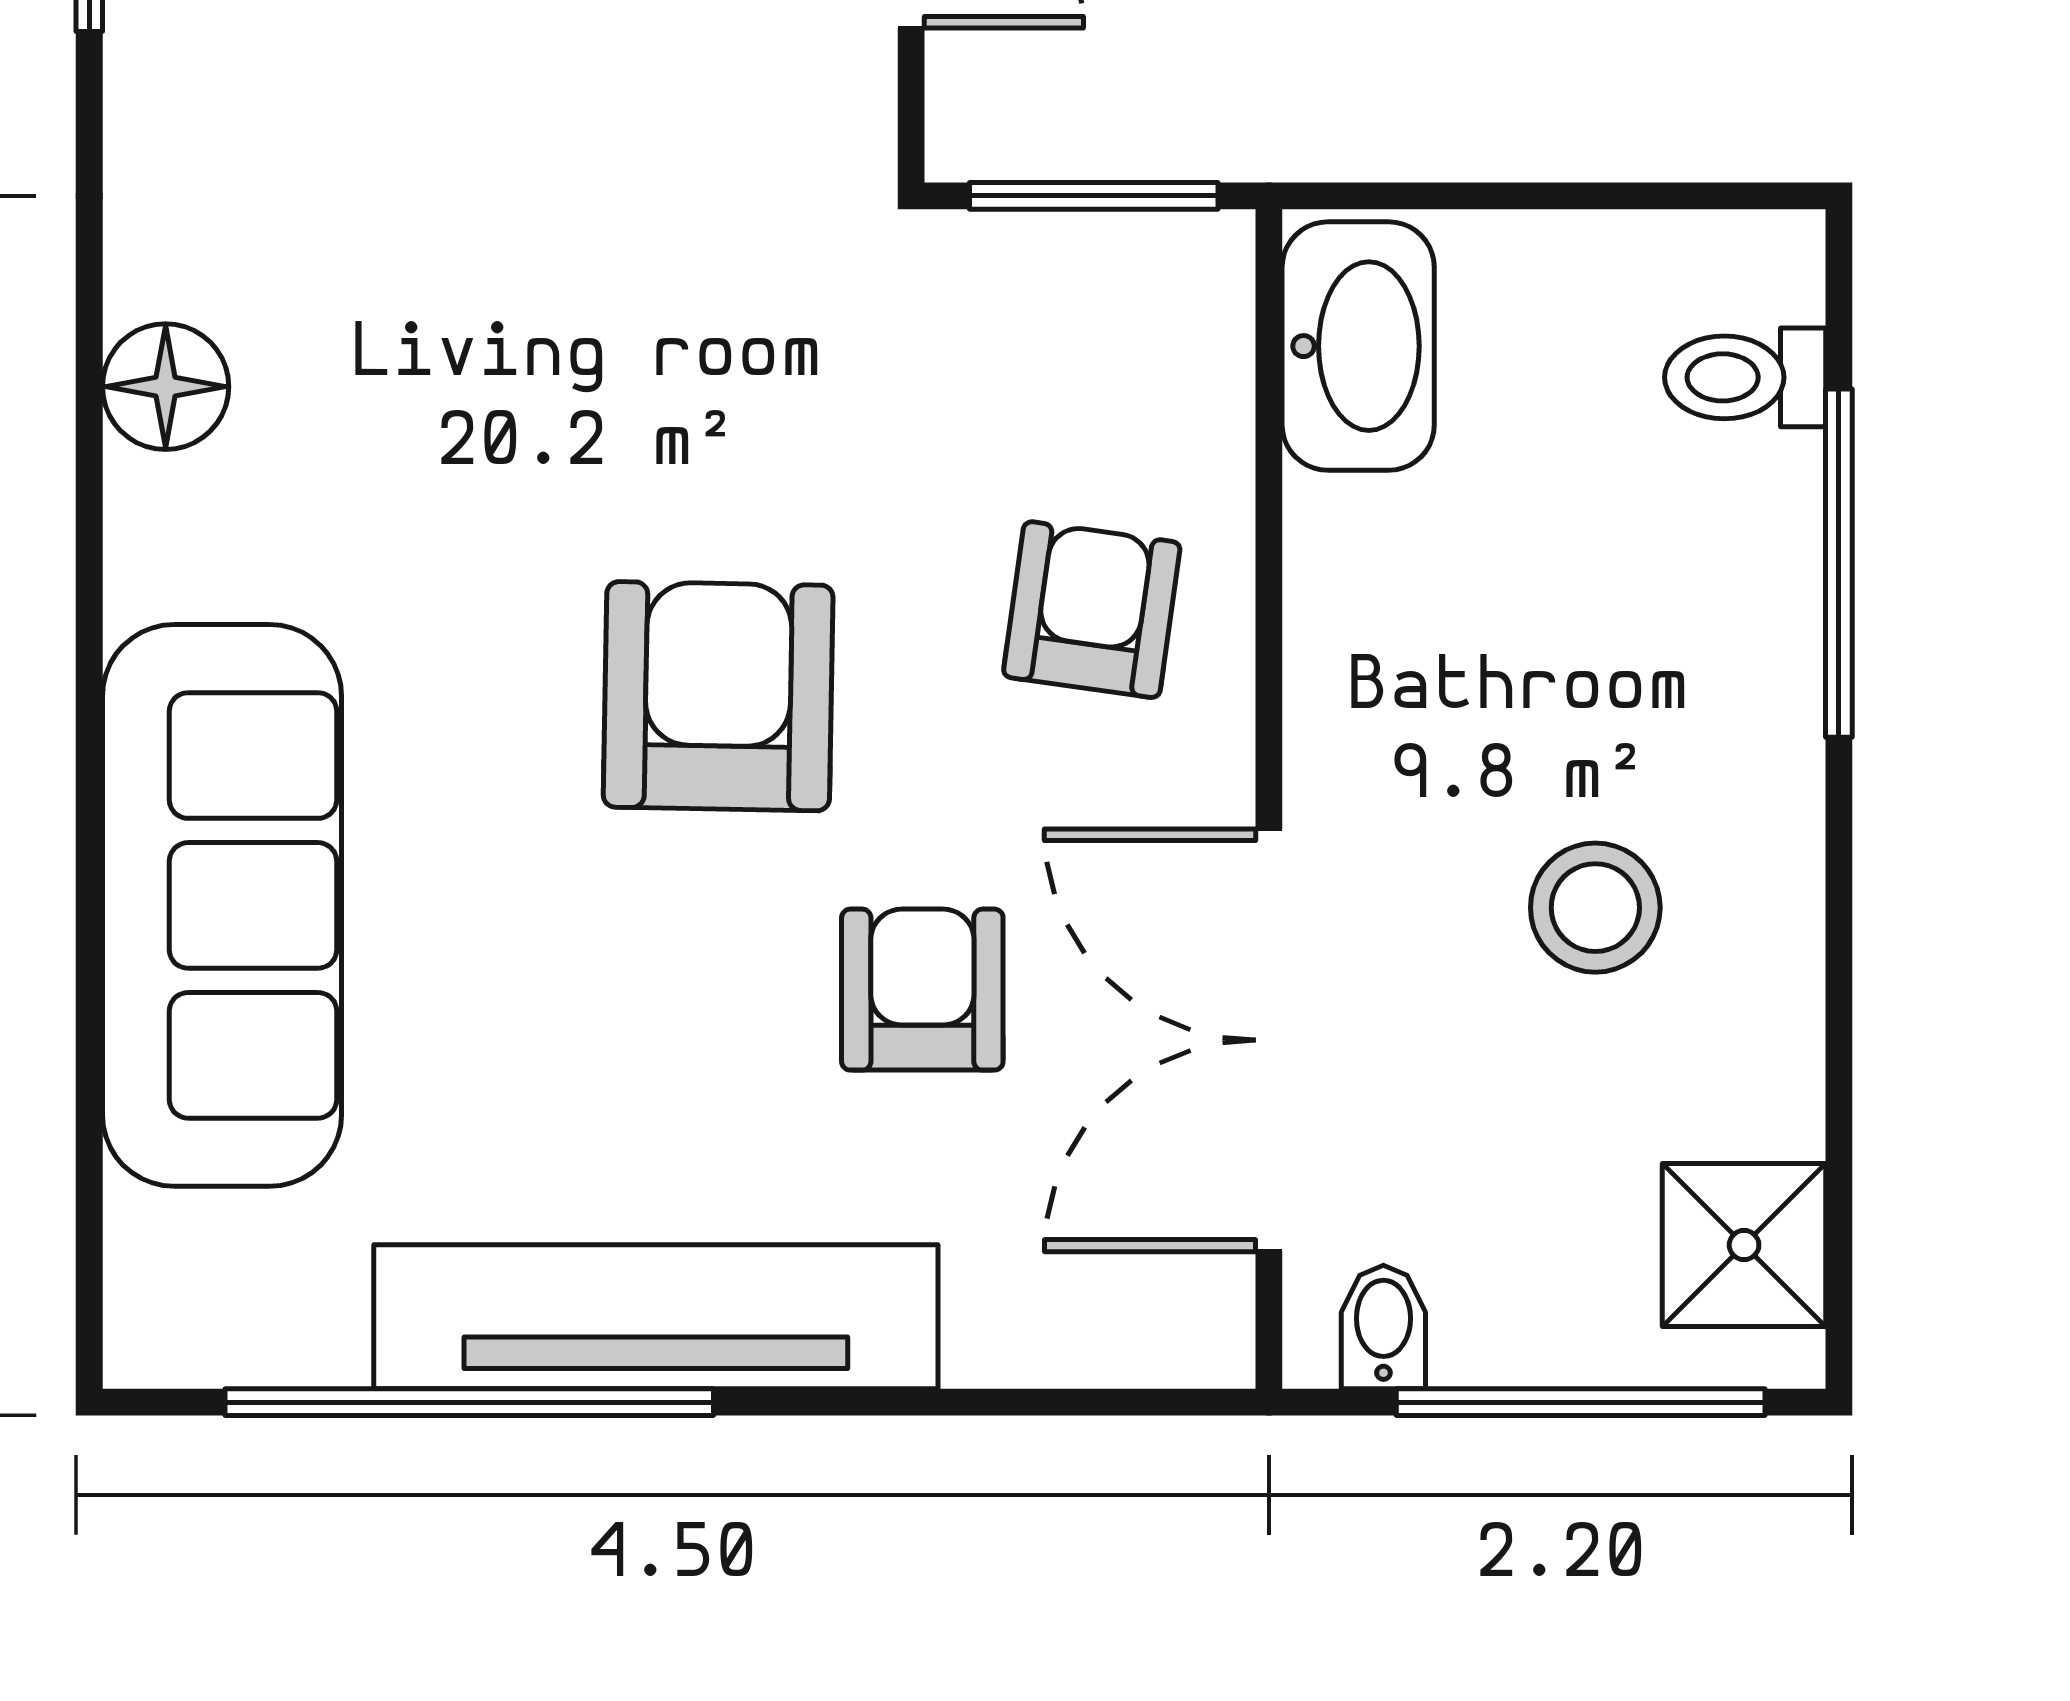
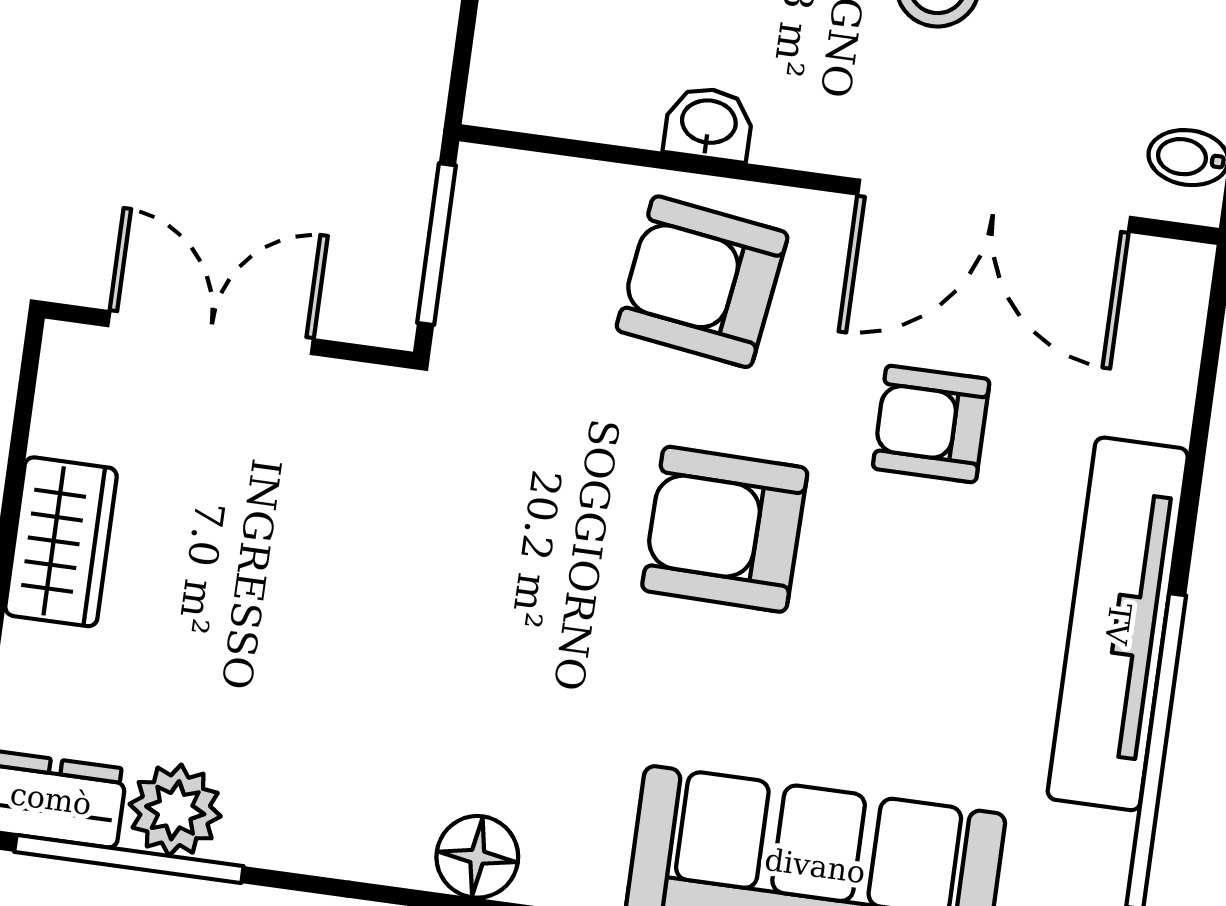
washbasin: (1358, 346) -> (709, 124), moved, width x0.52, depth x0.69
armchair: (1092, 610) -> (702, 282), width x1.38, depth x1.38

